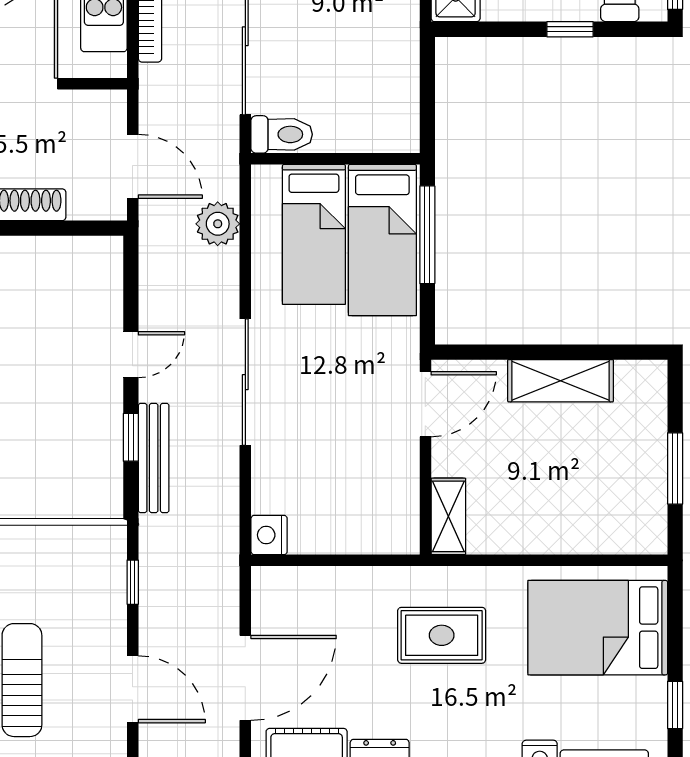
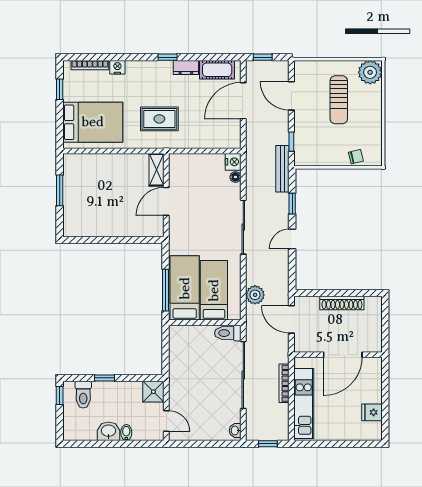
shelving: (561, 381) -> (109, 228), removed
door: (425, 404) -> (166, 201), moved
bench: (154, 458) -> (282, 169), moved
floor lamp: (264, 500) -> (235, 177), added

